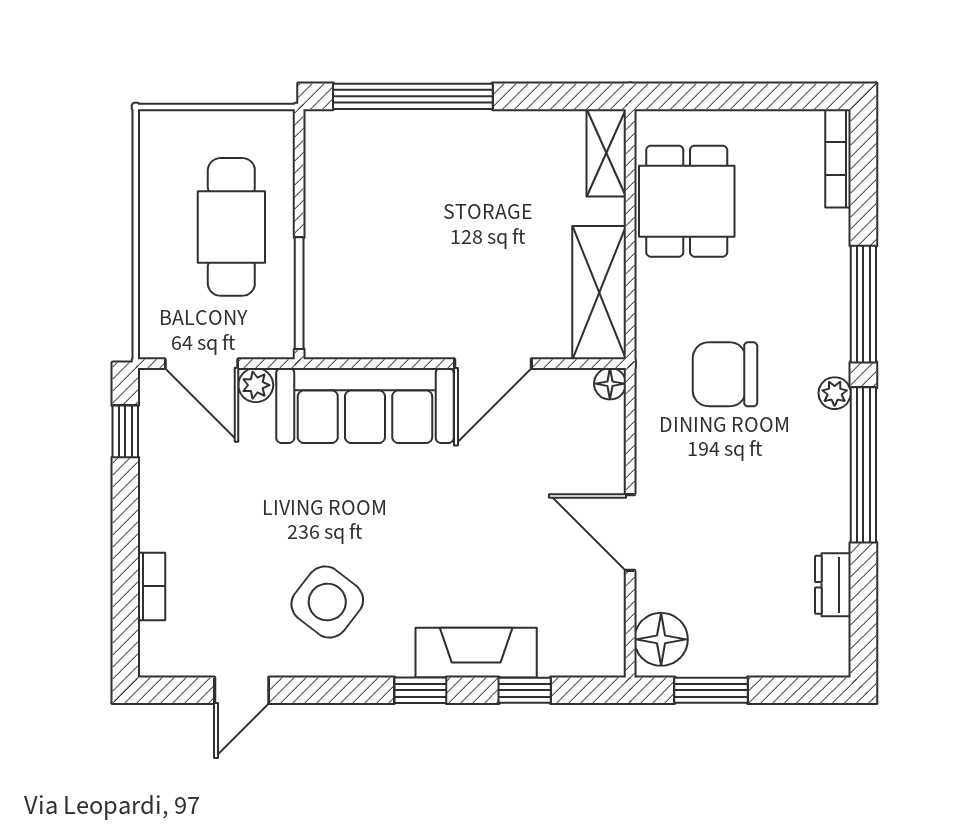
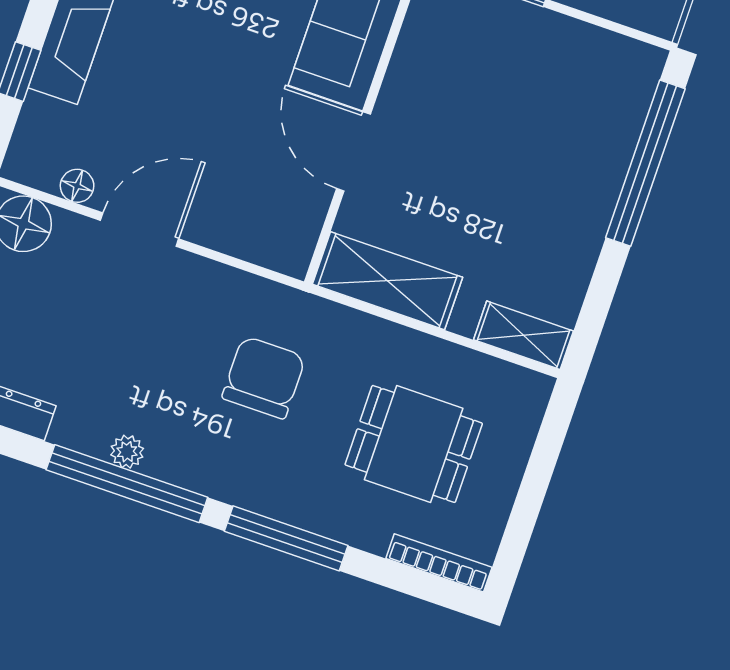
dining table: (687, 201) -> (414, 444), moved
floor lamp: (610, 384) -> (77, 186), moved
plant: (835, 393) -> (127, 452), moved

